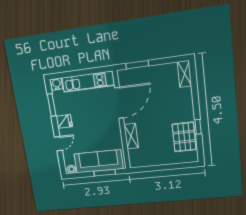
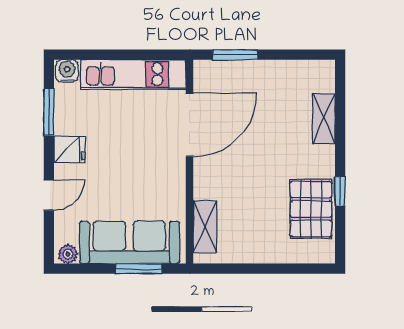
shelving: (184, 74) -> (324, 119), moved
shelving: (131, 136) -> (205, 226), moved

